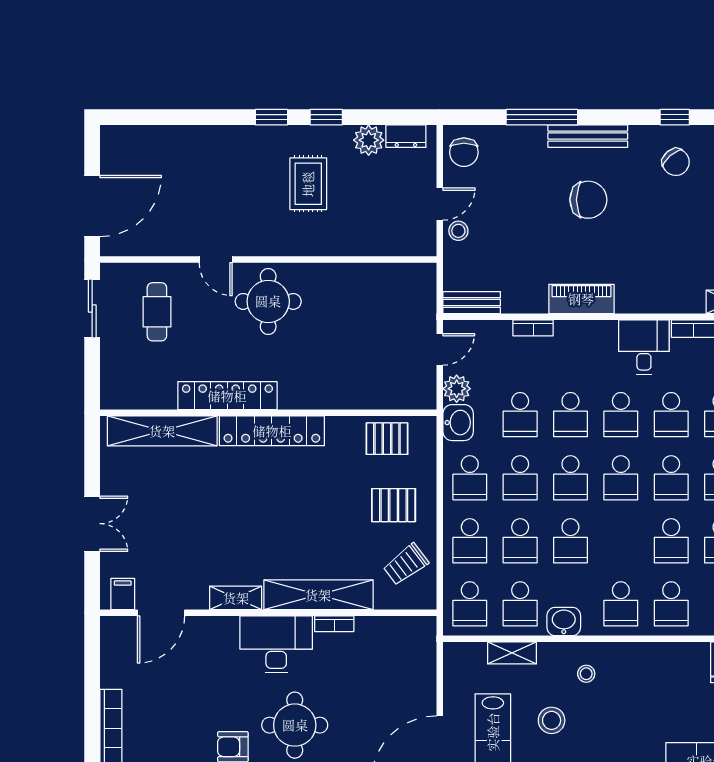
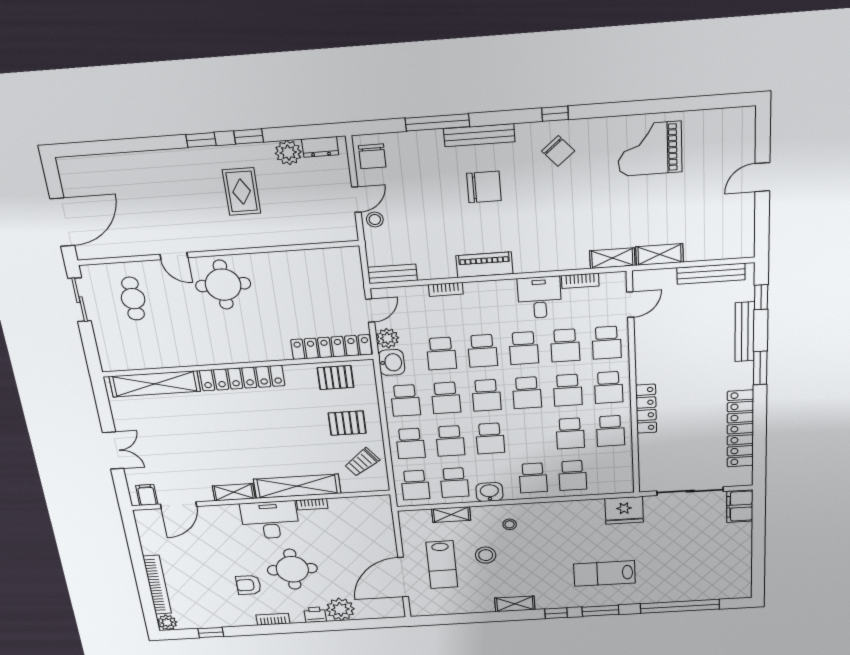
locker: (227, 396) -> (331, 347), moved

